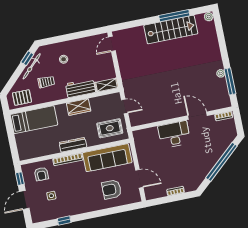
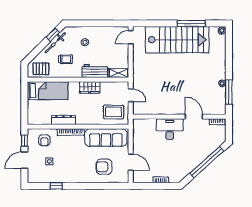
stairs: (171, 30) -> (177, 40), width x1.36, depth x1.51
dresser: (73, 145) -> (64, 120), moved

